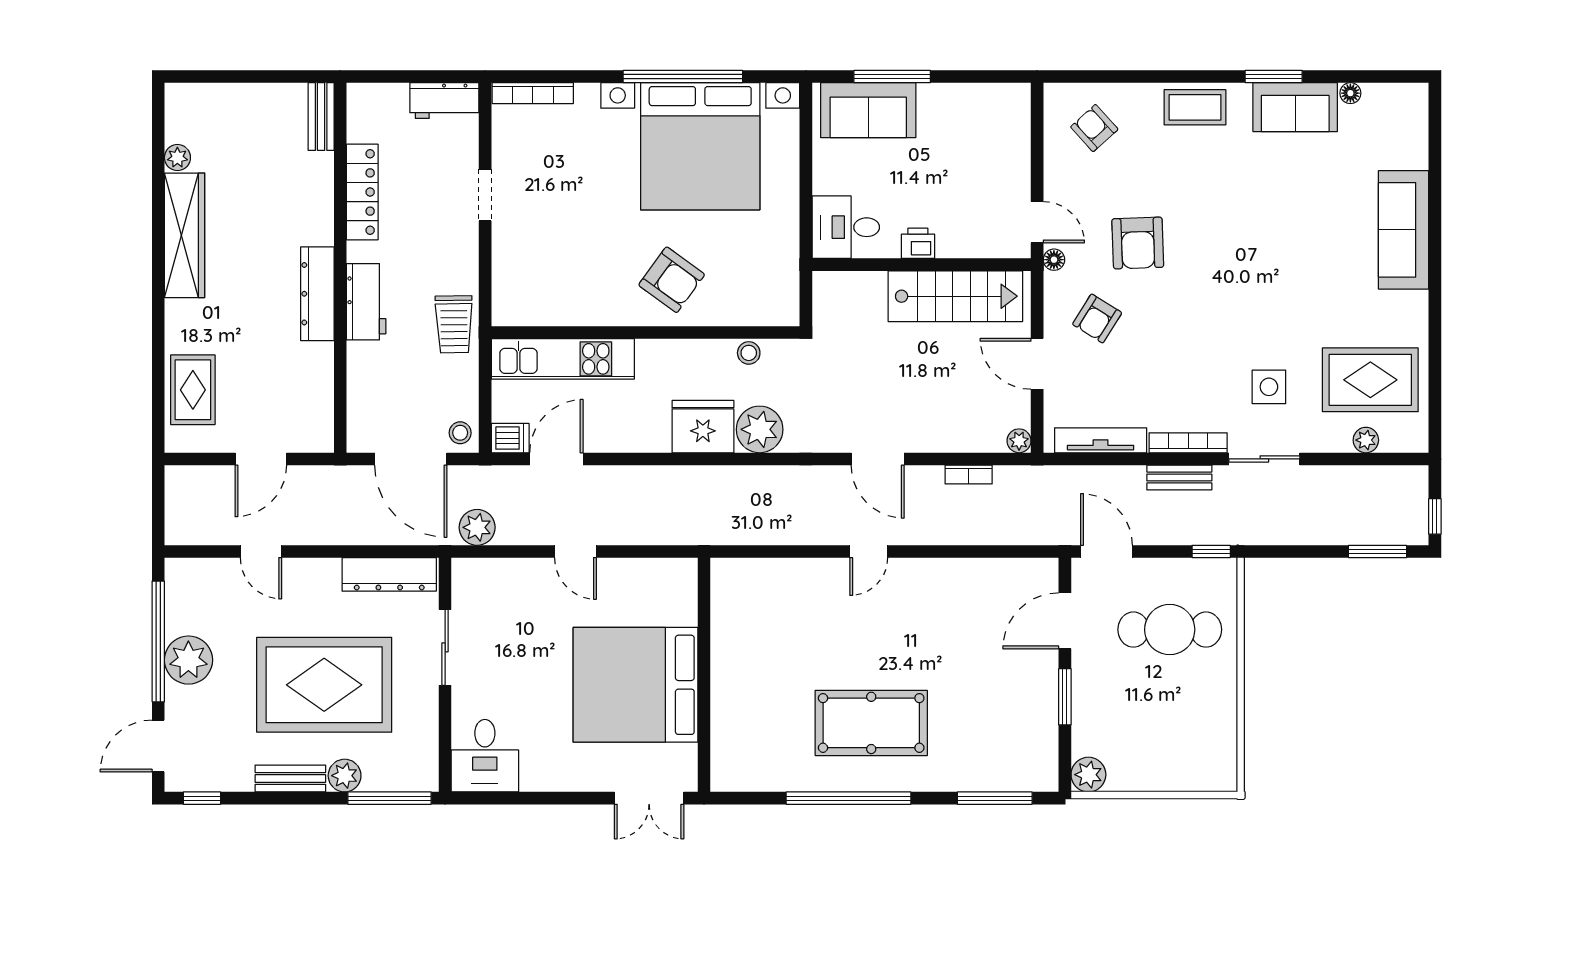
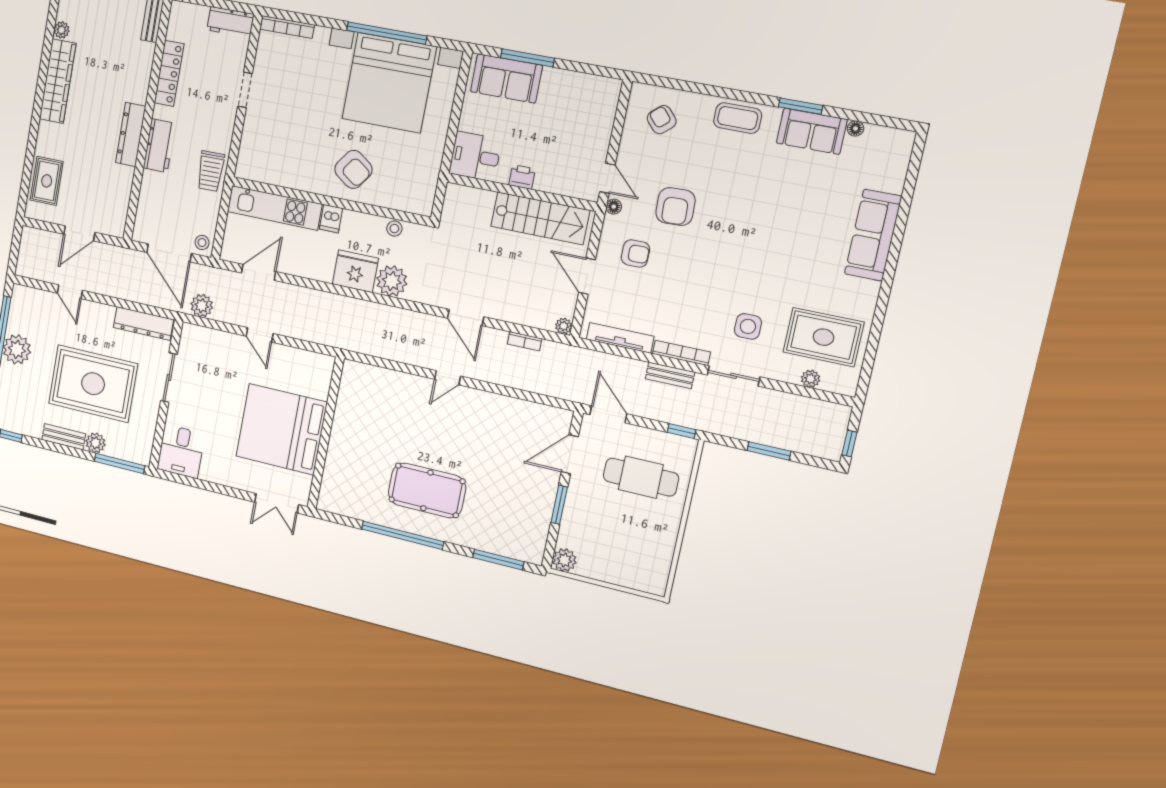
armchair: (1097, 318) -> (635, 253), turned -122
dishwasher: (510, 438) -> (331, 219), moved, turned 90
window: (1378, 551) -> (769, 451), moved

